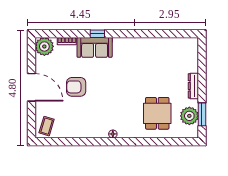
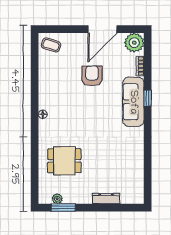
sofa: (95, 47) -> (133, 102), width x1.36
dresser: (193, 86) -> (106, 199), moved
door: (32, 87) -> (102, 29), moved
plant: (189, 116) -> (57, 199), width x0.53, depth x0.53

